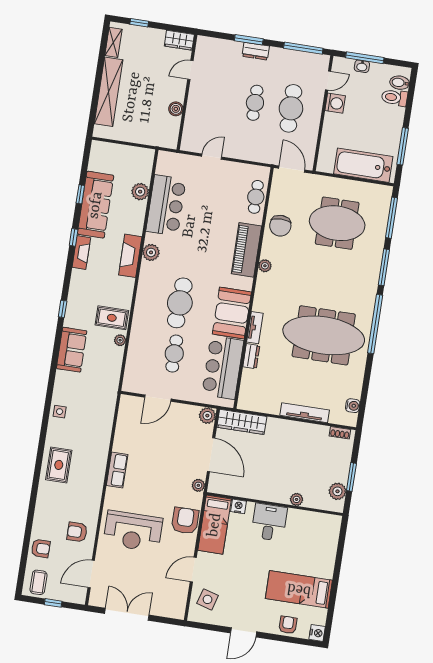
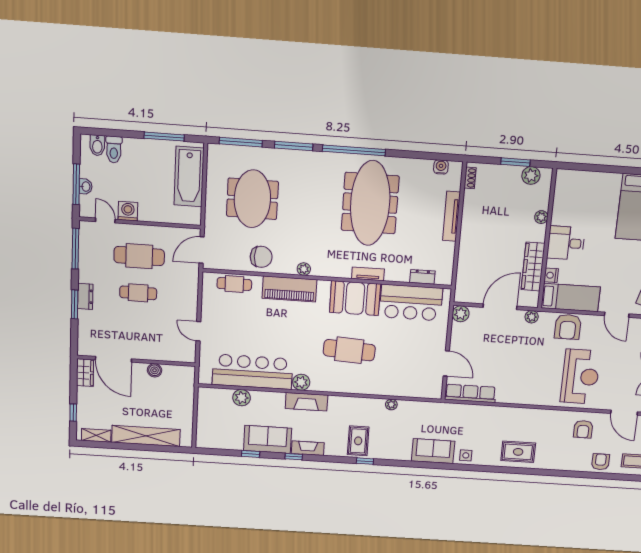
door: (190, 70) -> (113, 359), width x1.87
sofa: (96, 205) -> (268, 439), width x0.73
bar counter: (166, 205) -> (252, 372), width x1.36
rug: (112, 318) -> (358, 441), moved
sofa: (72, 350) -> (433, 451), moved
cafe table: (174, 354) -> (401, 351), removed
dresser: (251, 356) -> (422, 277), moved
wardrobe: (242, 422) -> (533, 267), moved, turned 180
row of seats: (117, 470) -> (470, 393), moved, width x1.48
armchair: (185, 521) -> (568, 327), turned -90

